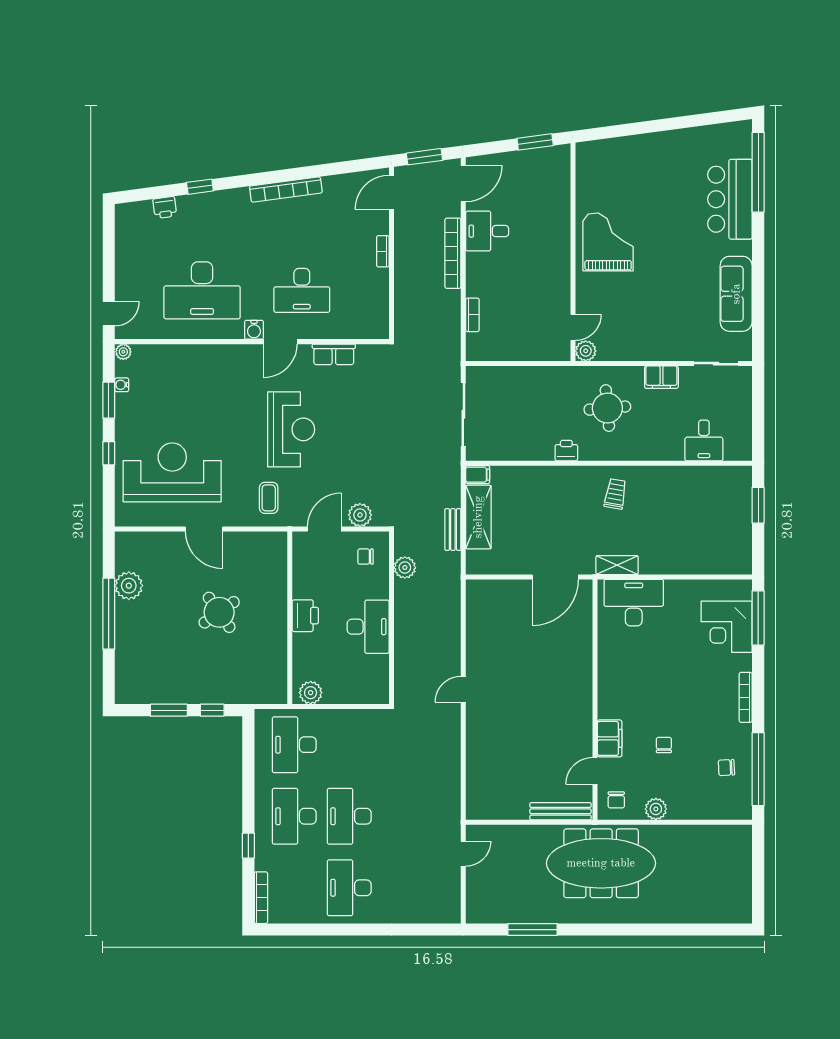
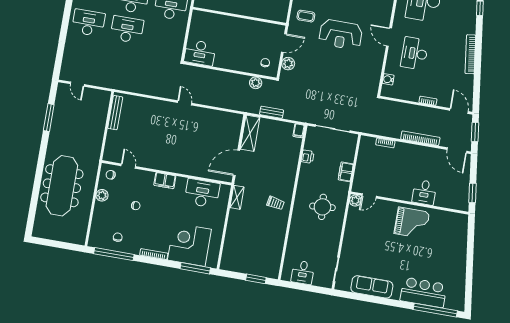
desk: (487, 231) -> (424, 192), moved, turned 180
door: (573, 327) -> (369, 196), hinge flipped
water cooler: (254, 330) -> (388, 79), moved
row of seats: (334, 354) -> (377, 65), removed
filing cabinet: (661, 377) -> (346, 172), moved
desk: (704, 440) -> (303, 272), moved, turned -90
printer: (566, 451) -> (308, 157), moved
shelving: (478, 517) -> (250, 133), moved, turned 90
door: (324, 529) -> (284, 43), hinge flipped
door: (555, 577) -> (236, 163), hinge flipped
desk: (634, 603) -> (202, 193), moved, turned -90
printer: (305, 616) -> (239, 25), removed
desk: (368, 627) -> (200, 53), moved
corner desk: (727, 627) -> (189, 245), width x1.36, depth x1.36
plant: (311, 693) -> (197, 20), removed
filing cabinet: (610, 738) -> (165, 181), moved
bench: (560, 811) -> (115, 113), moved
door: (463, 854) -> (77, 84), moved
meeting table: (601, 863) -> (62, 186), moved

